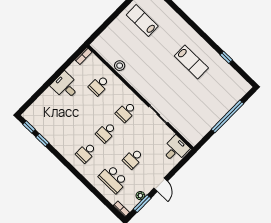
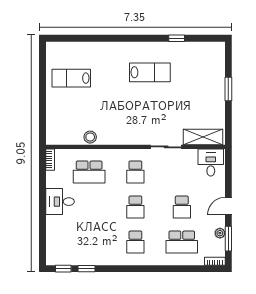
school desk: (99, 85) -> (89, 172), width x1.85
window: (227, 116) -> (228, 89), width x0.47
shelving: (185, 130) -> (203, 137), added
door: (161, 185) -> (228, 206), swing flipped

